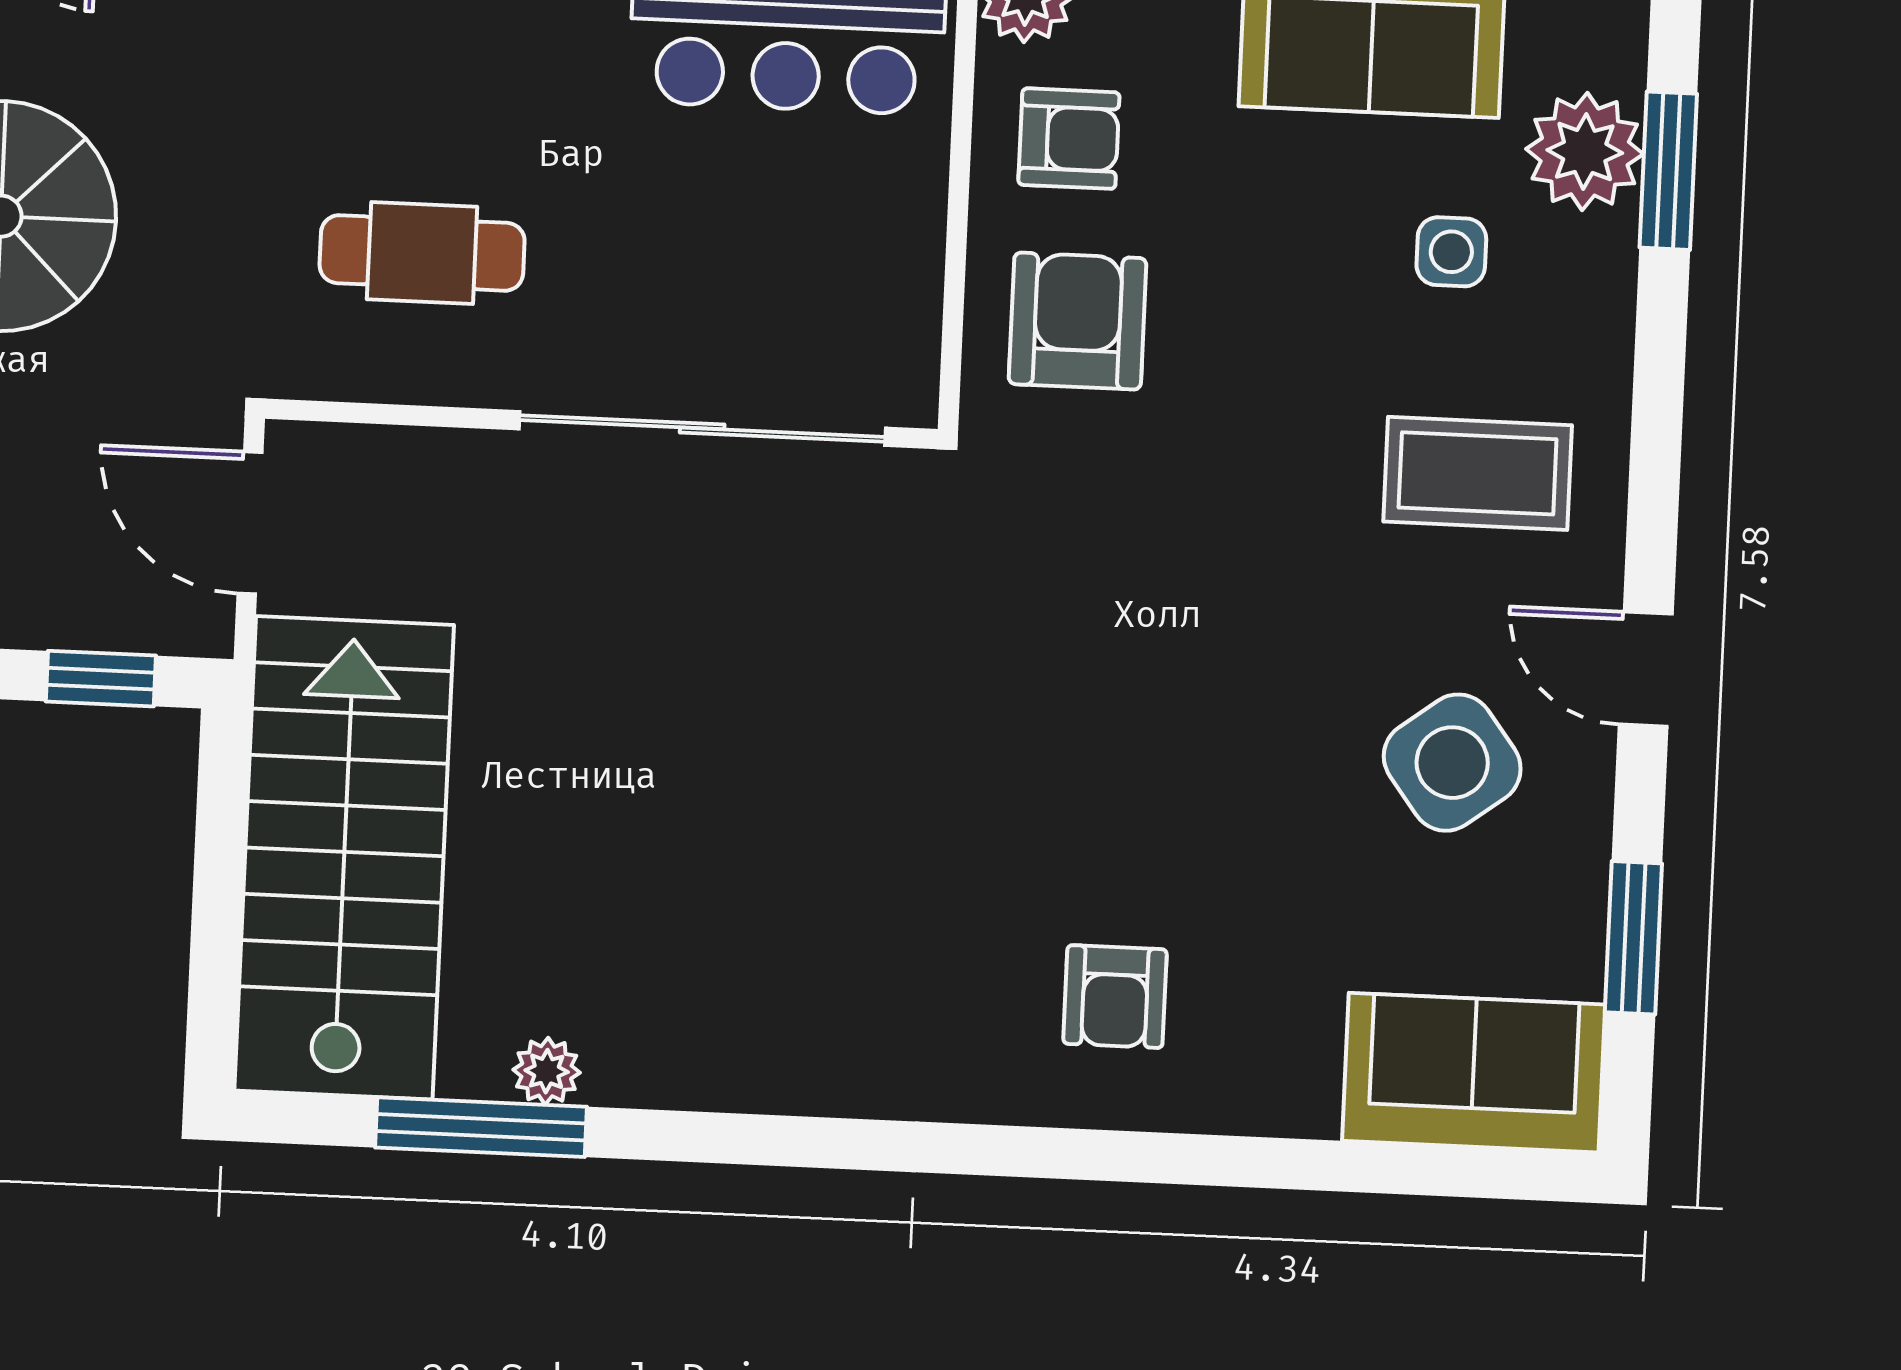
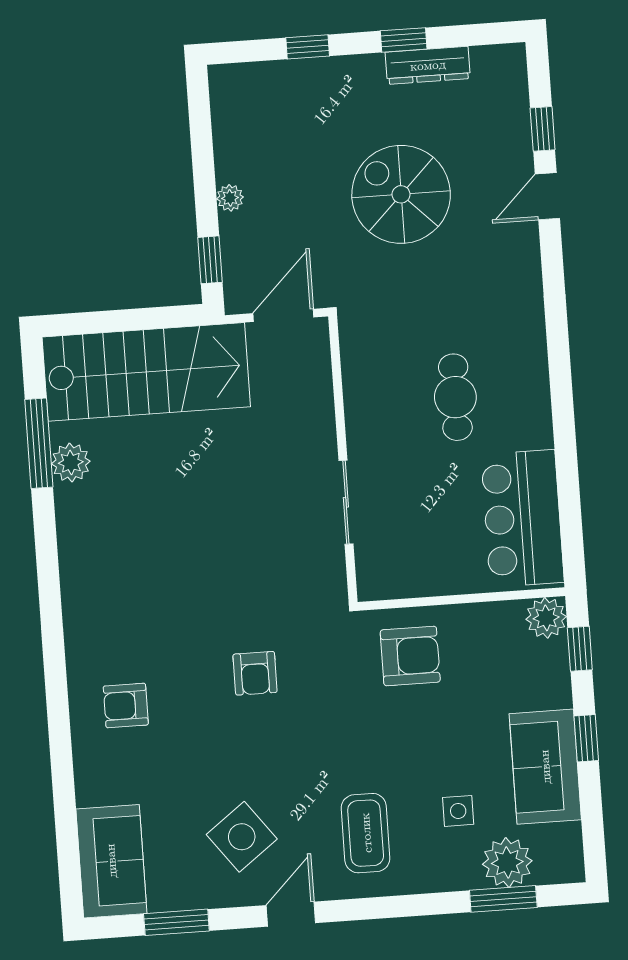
armchair: (1069, 139) -> (255, 673), moved
cafe table: (422, 253) -> (455, 397), moved
sliding door: (702, 428) -> (346, 502), width x0.54
plant: (547, 1071) -> (71, 463), width x1.38, depth x1.38

